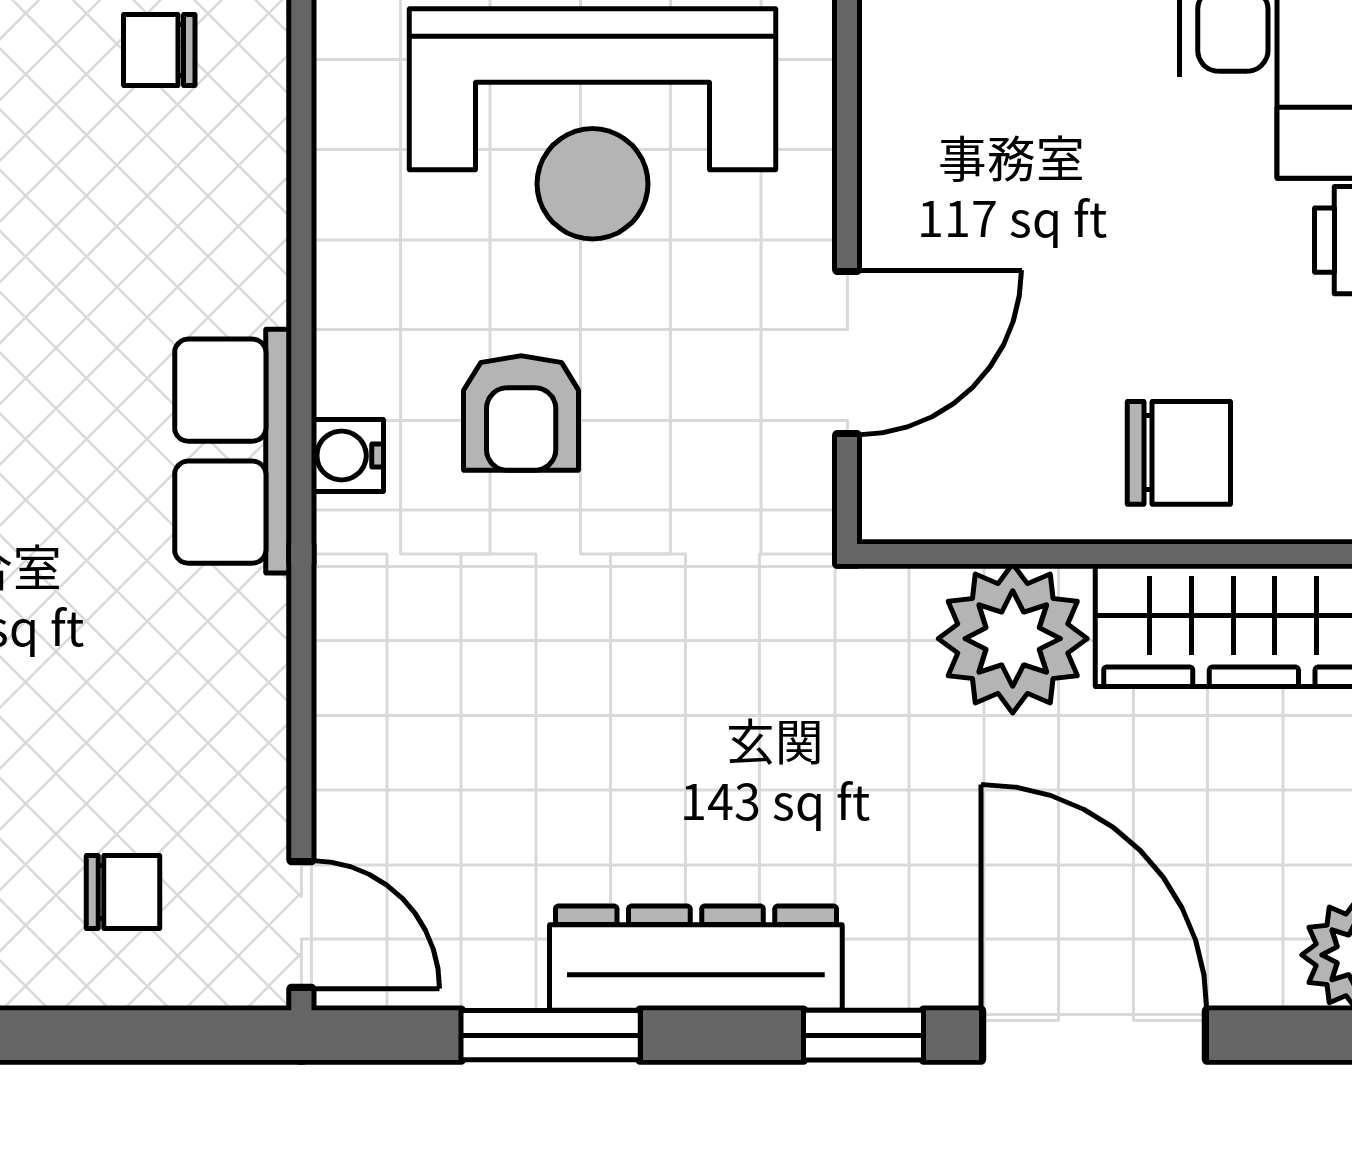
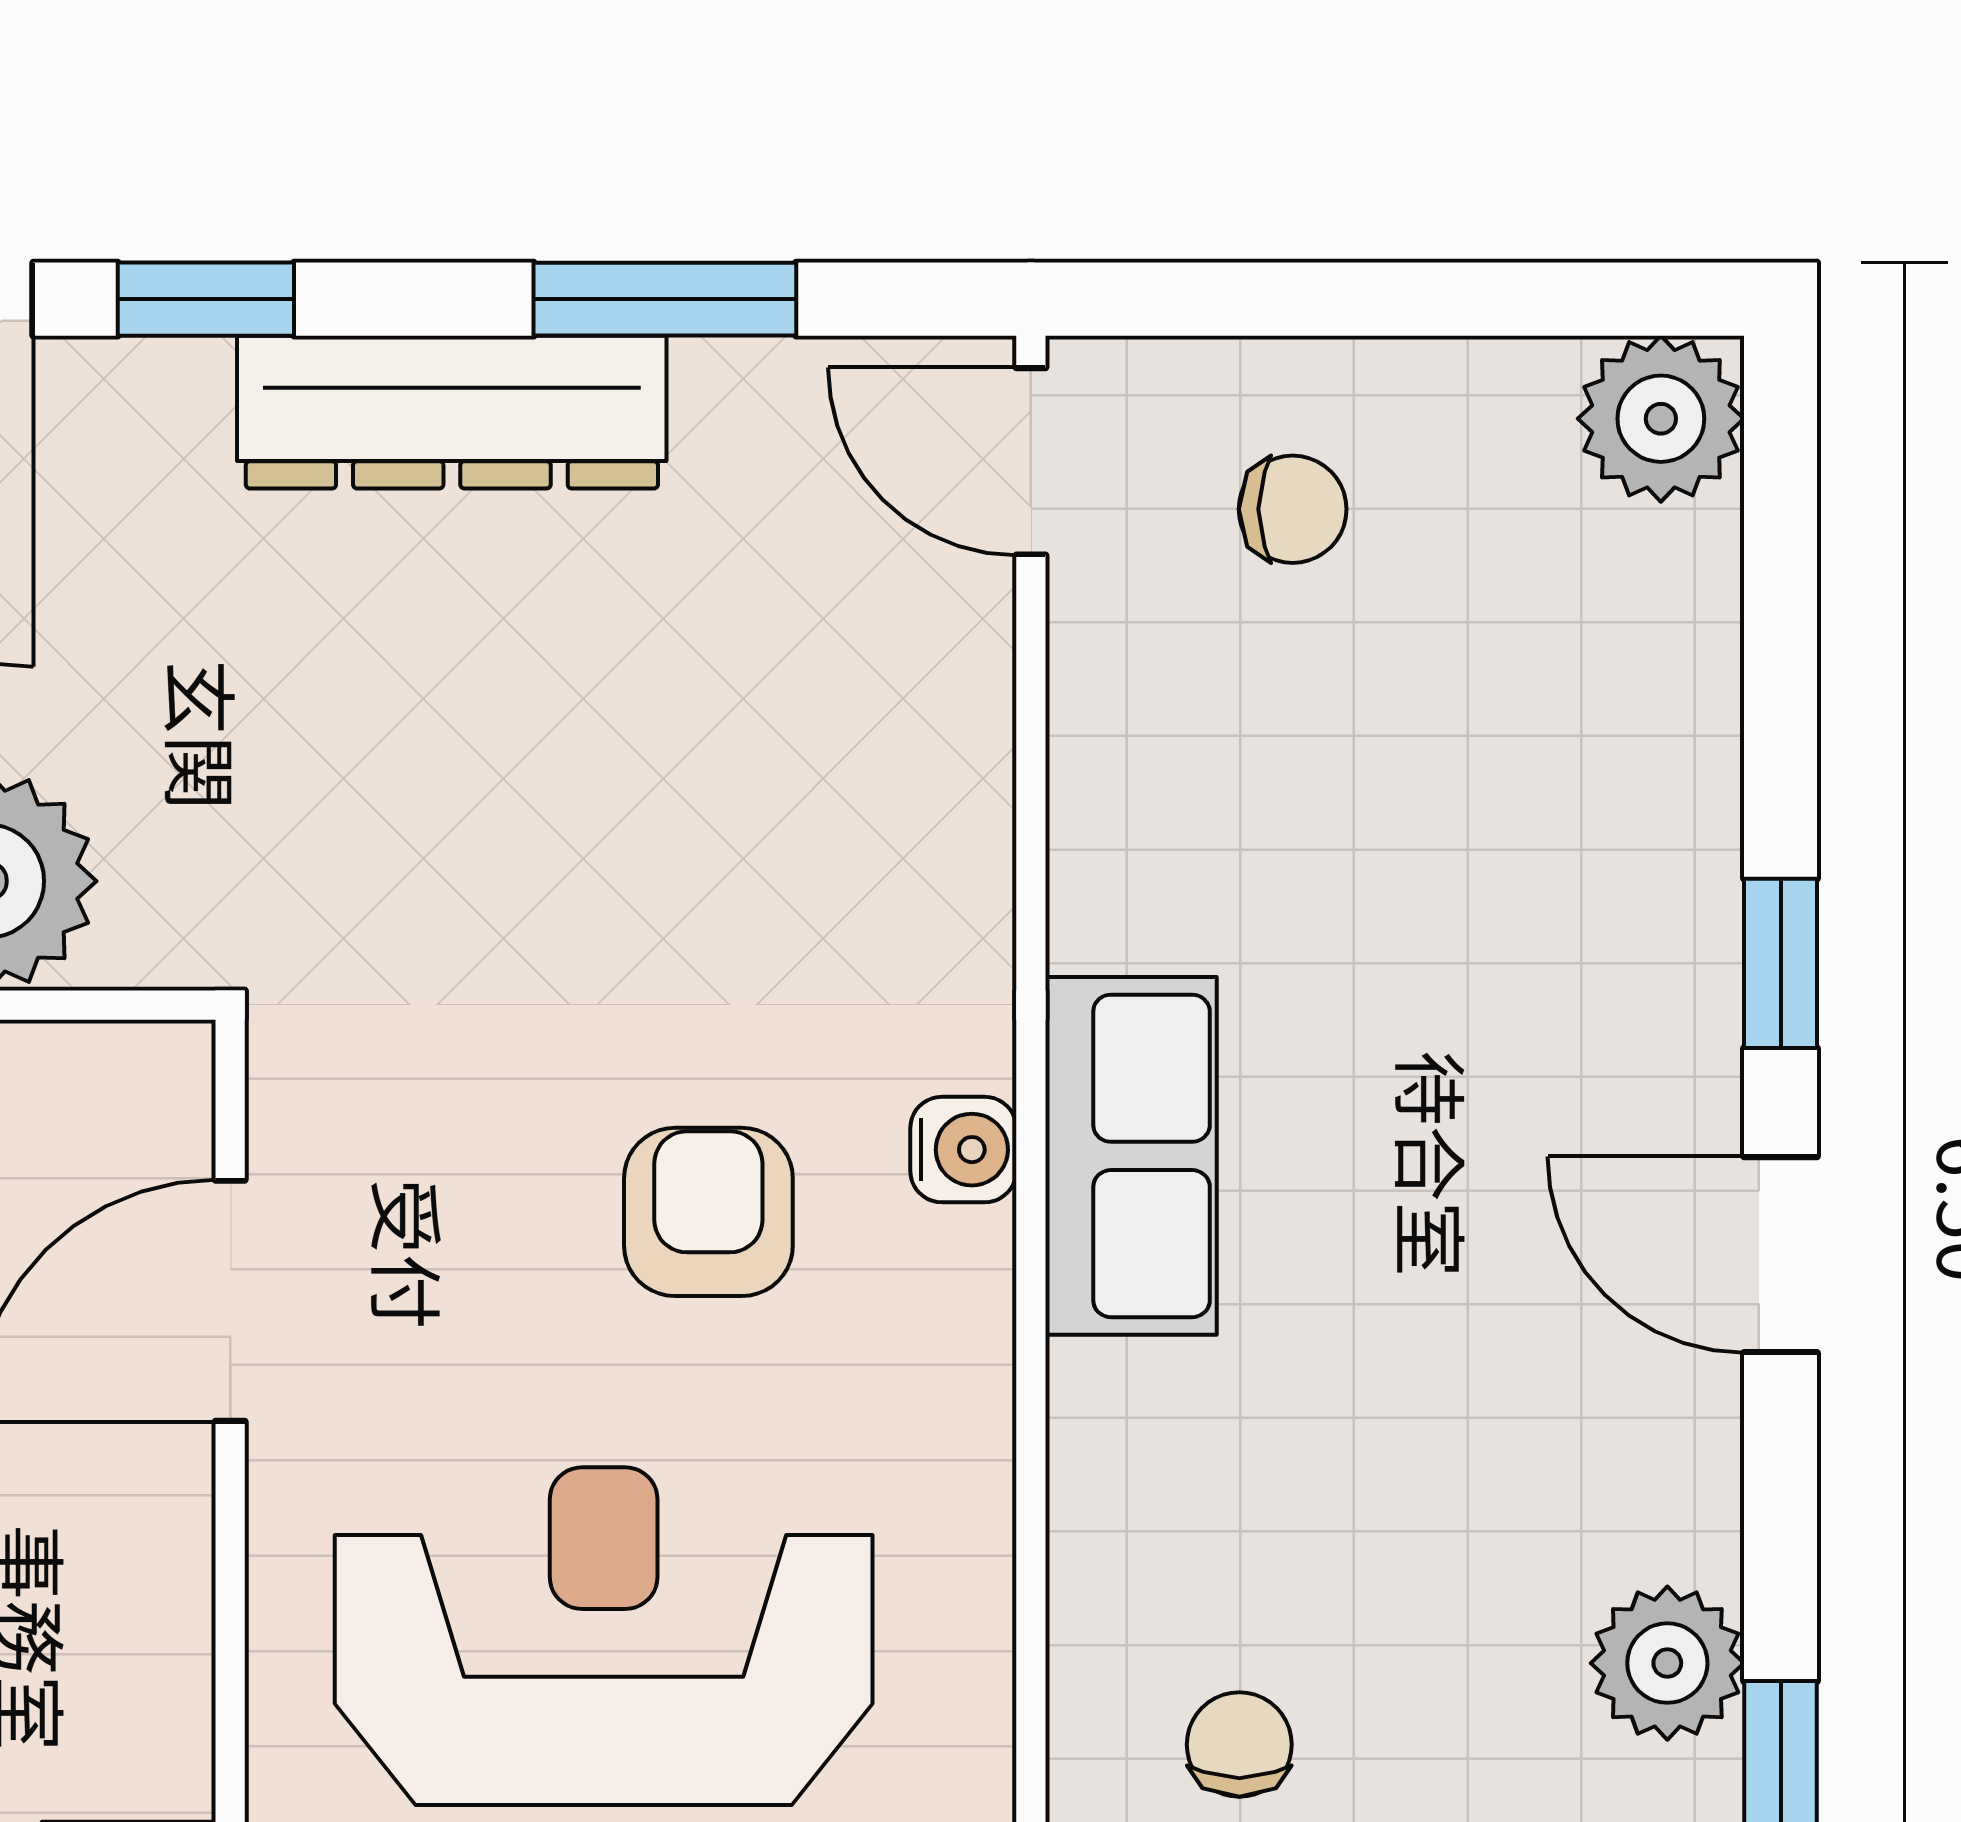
chair: (159, 50) -> (1239, 1745), turned -90
chair: (123, 892) -> (1293, 509), turned 180

